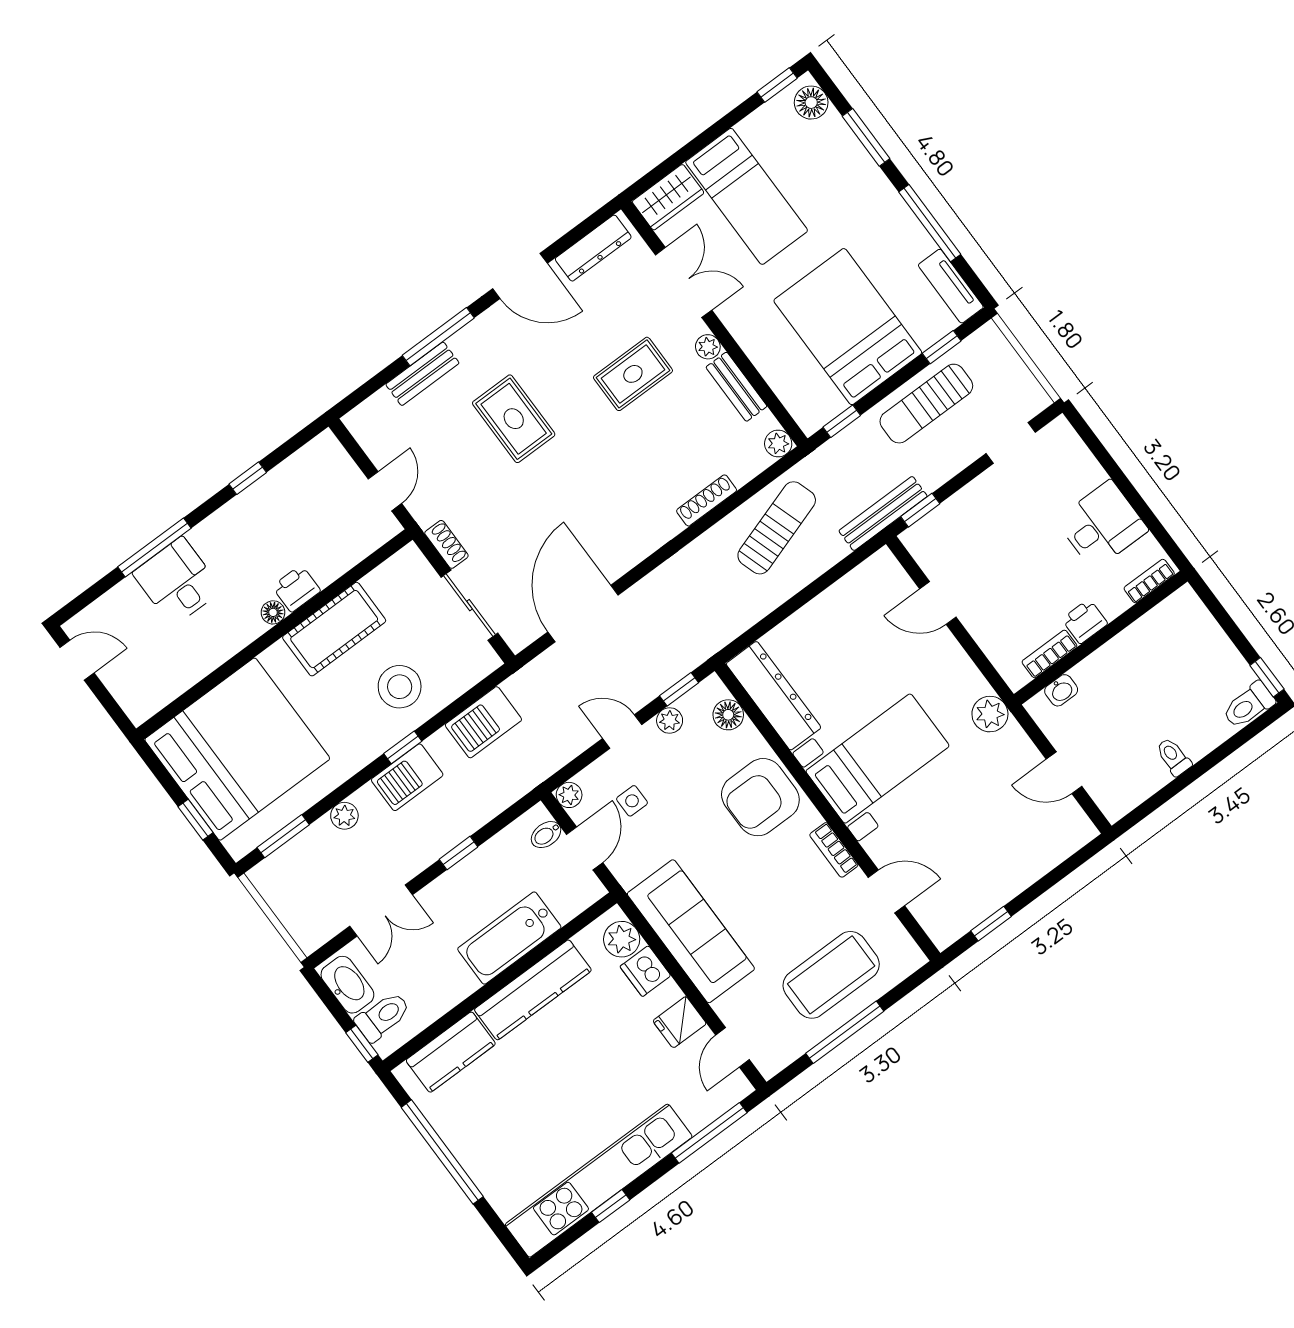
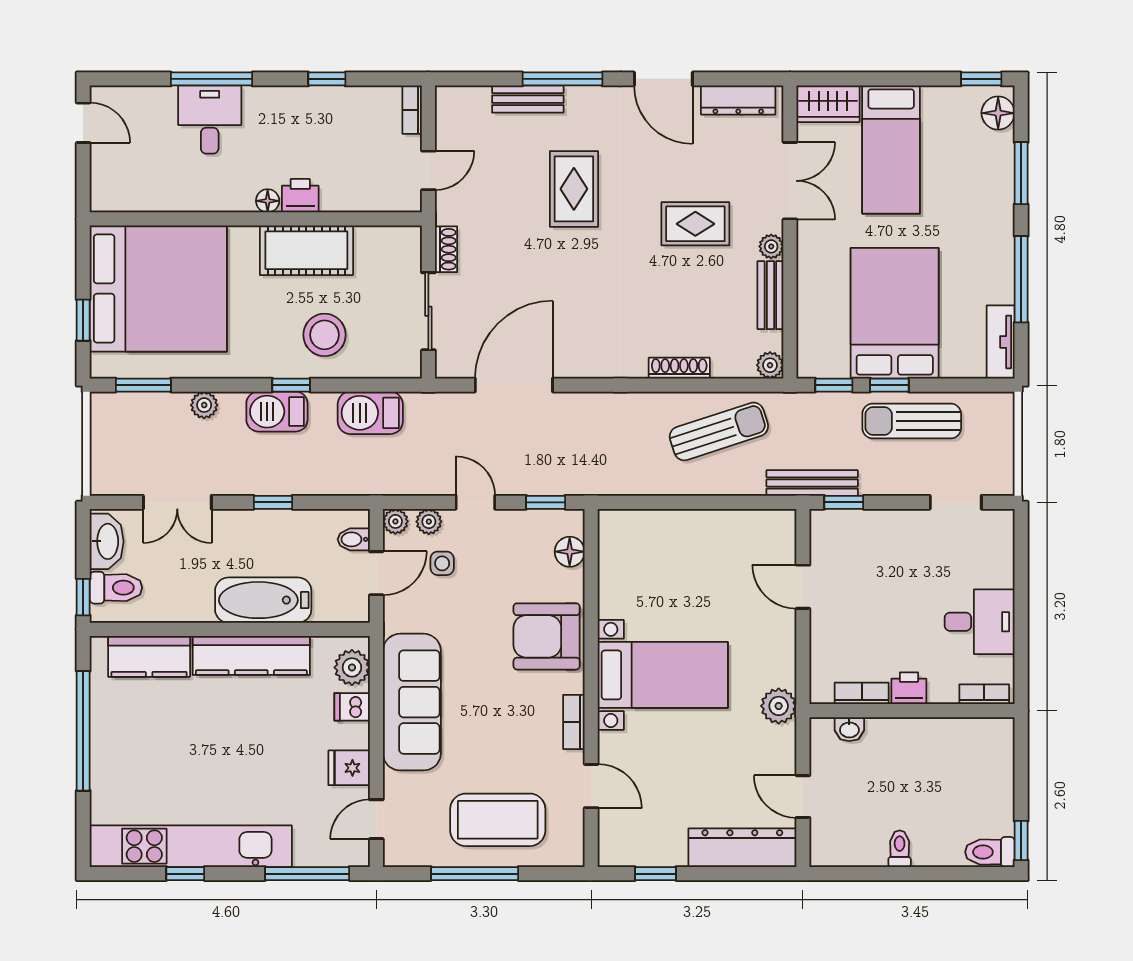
window: (942, 347) -> (889, 385), moved
bookcase: (335, 452) -> (412, 110), added
dresser: (773, 696) -> (742, 848), moved, turned -90
plant: (670, 721) -> (429, 522), moved
dishwasher: (645, 971) -> (352, 707), width x0.73

